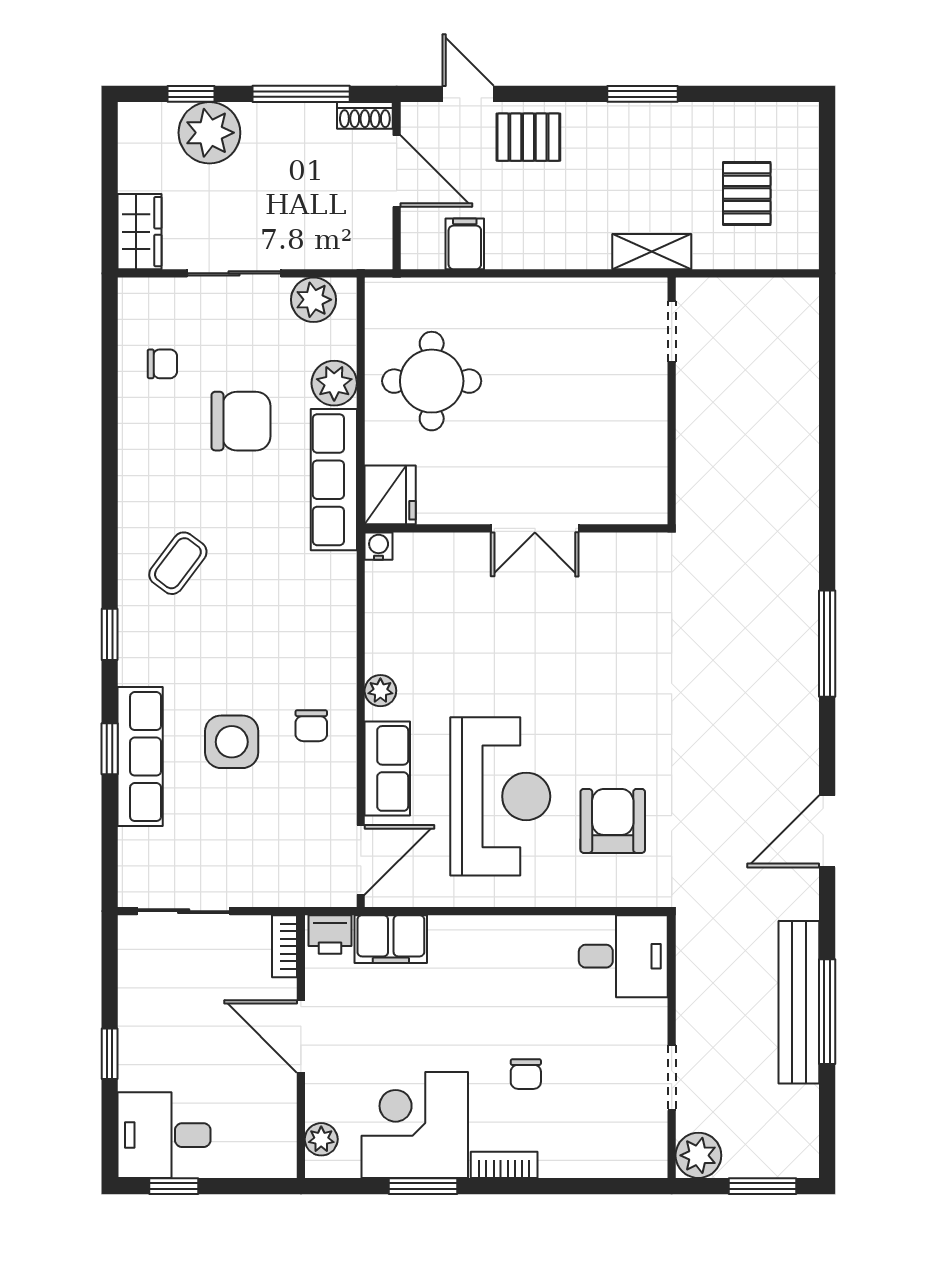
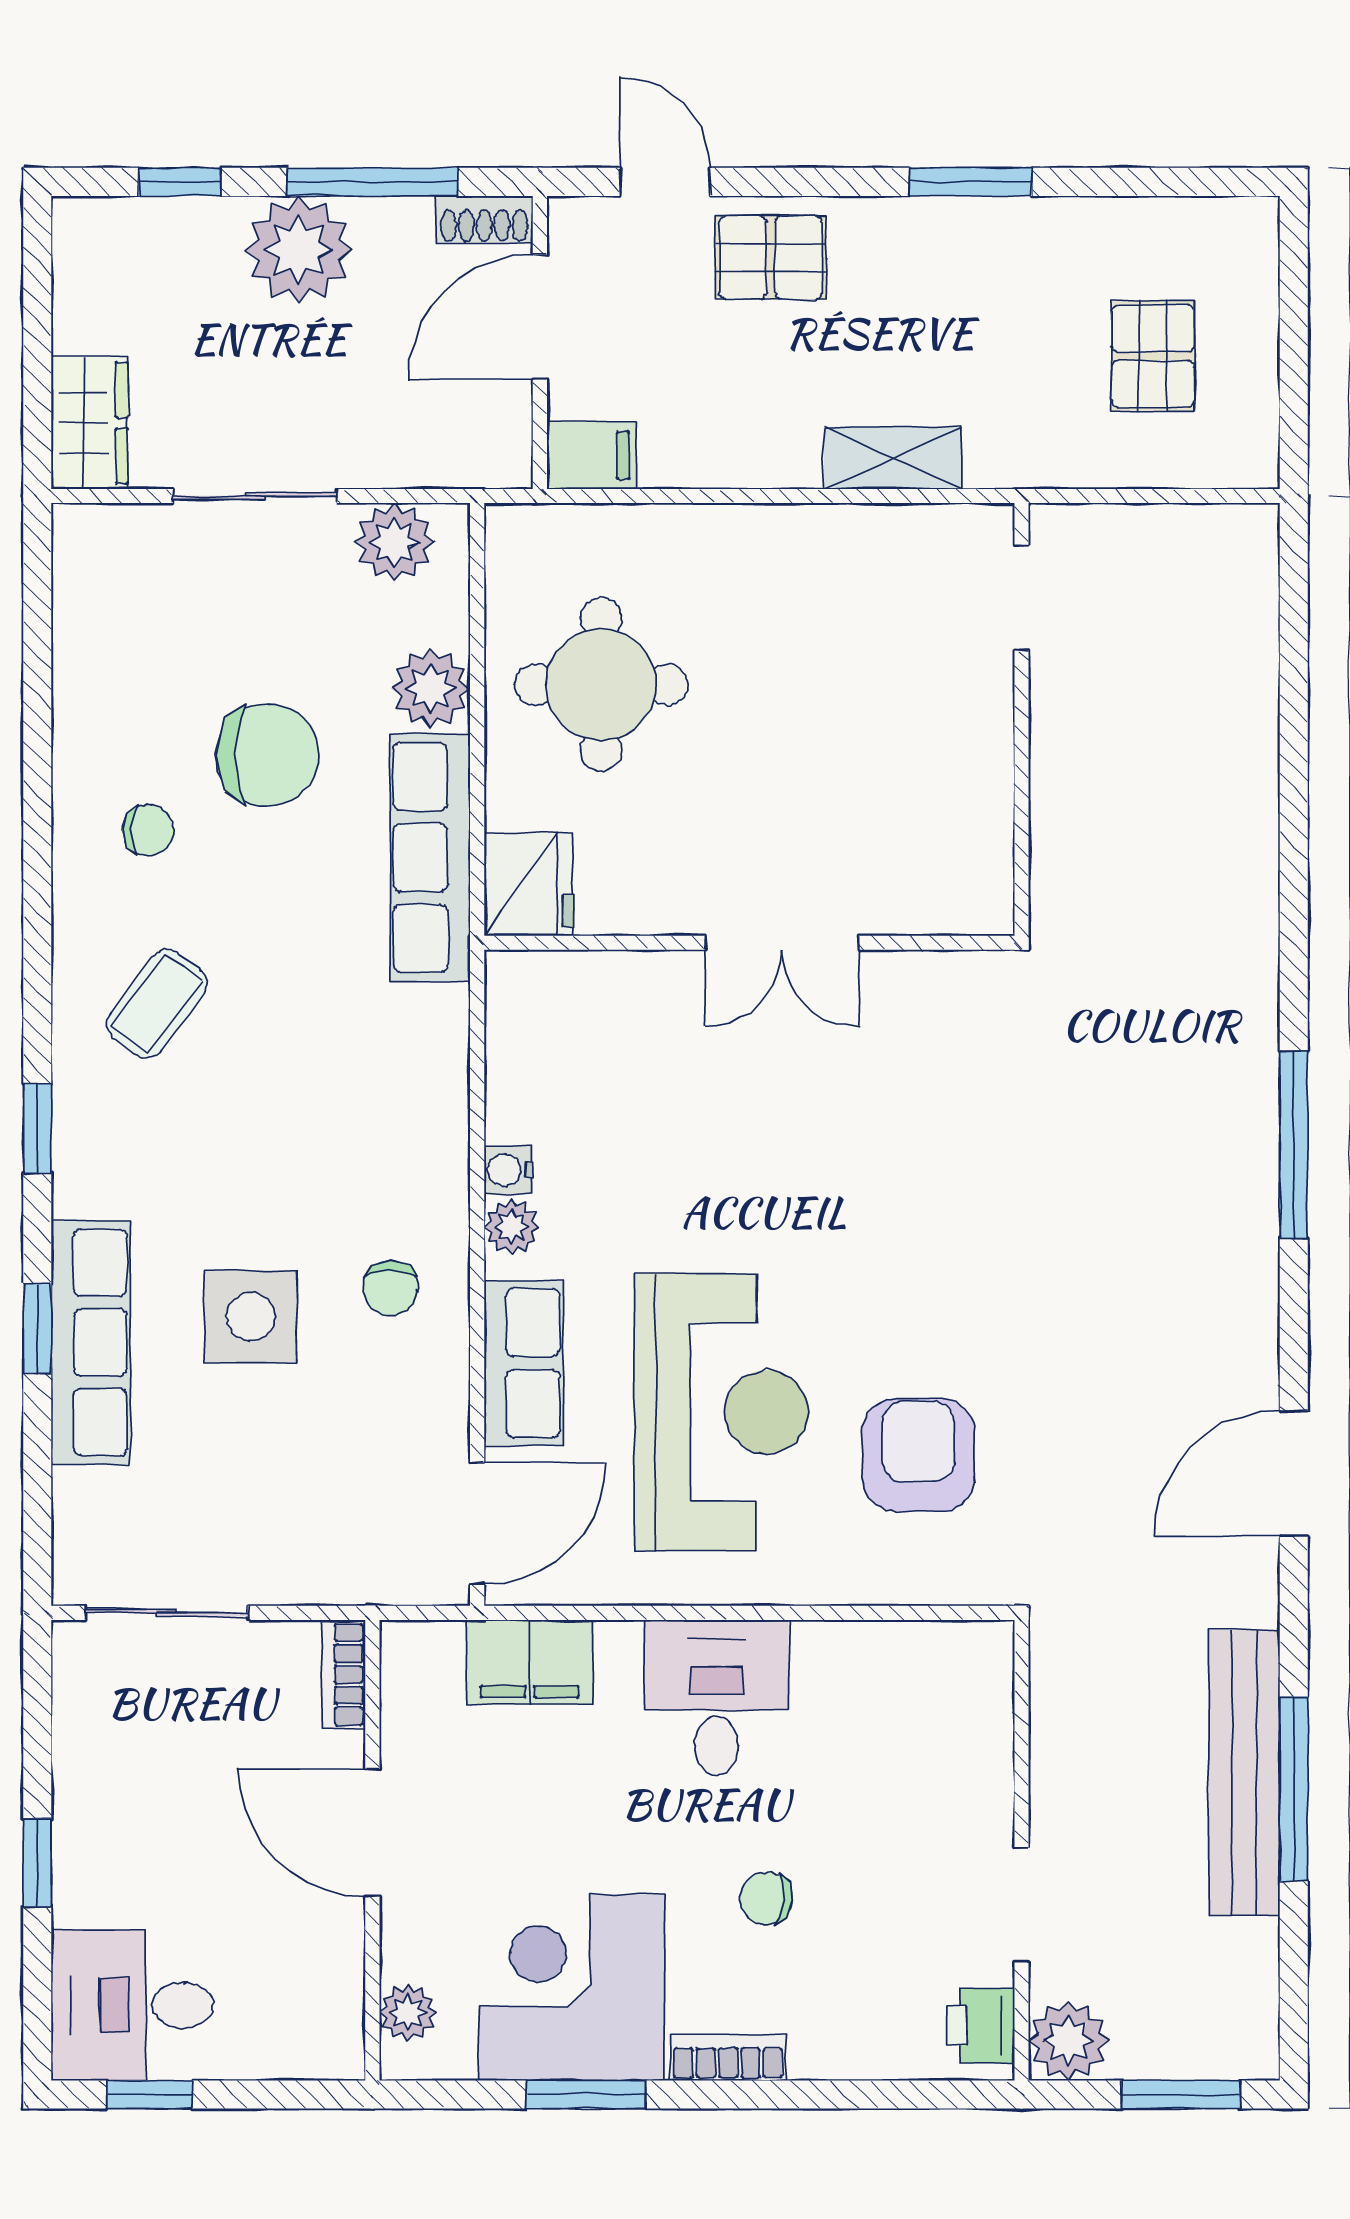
plant: (209, 133) -> (299, 250), moved
door: (397, 171) -> (540, 317), swing flipped
filing cabinet: (465, 244) -> (592, 456), moved, turned 90
shelving: (652, 252) -> (893, 458), moved
chair: (162, 364) -> (148, 830), moved
water cooler: (379, 546) -> (508, 1170), moved, turned -90
printer: (330, 935) -> (980, 2026), moved, turned 90
desk: (623, 956) -> (717, 1698), moved, turned -90
chair: (526, 1074) -> (766, 1898), turned 95

